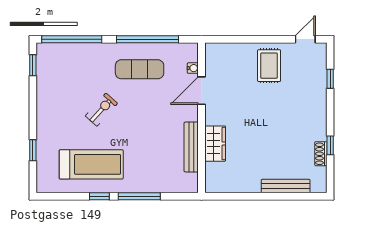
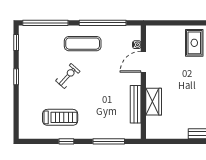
exercise mat: (140, 69) -> (83, 44), moved
window: (33, 150) -> (16, 77), moved
treadmill: (91, 164) -> (60, 117), width x0.73, depth x0.73
window: (139, 196) -> (109, 141), moved

